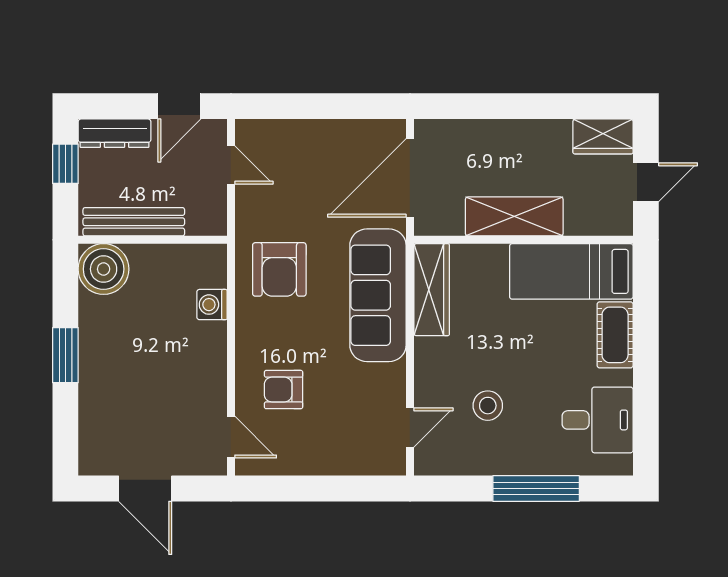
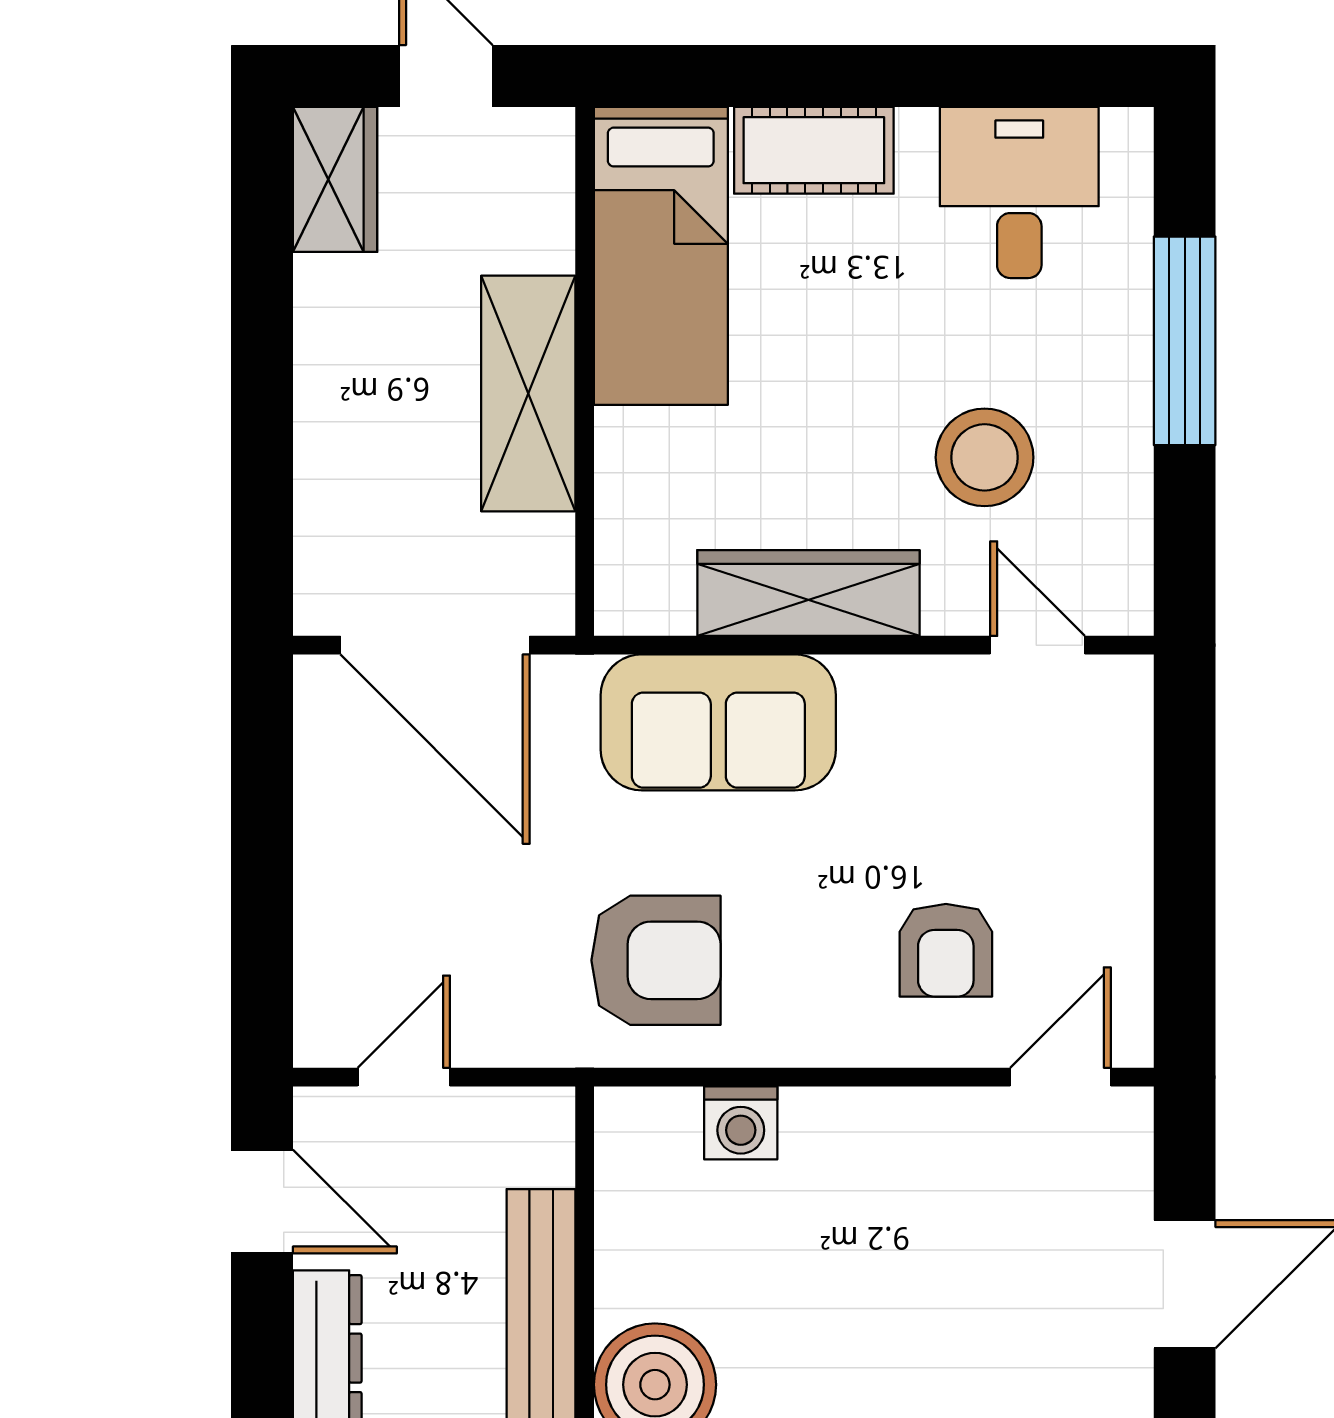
wardrobe: (432, 290) -> (808, 593), moved
sofa: (378, 295) -> (718, 722), width x0.73
stool: (488, 406) -> (985, 457), width x1.38, depth x1.38

